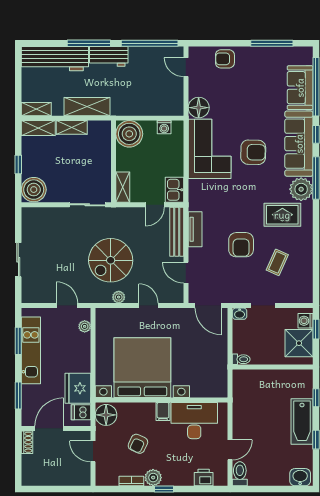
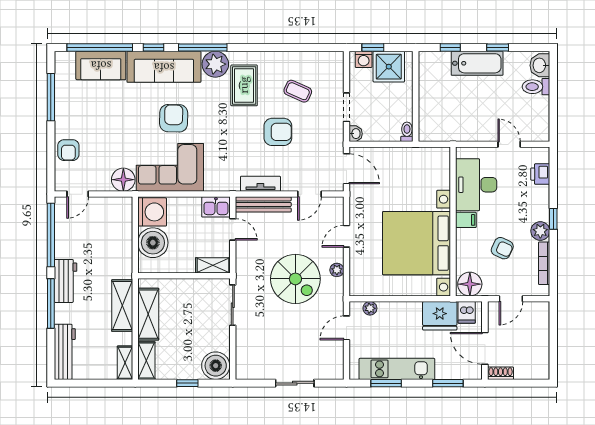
workbench: (55, 59) -> (65, 352), width x0.73, depth x0.76
shelving: (72, 127) -> (148, 314), width x1.50, depth x1.33
washing machine: (164, 127) -> (152, 212), width x1.89, depth x1.89
boiler: (129, 134) -> (153, 243), moved
door: (208, 306) -> (346, 169), hinge flipped
toilet: (240, 474) -> (536, 87), moved
bookcase: (131, 481) -> (544, 263), width x1.56

